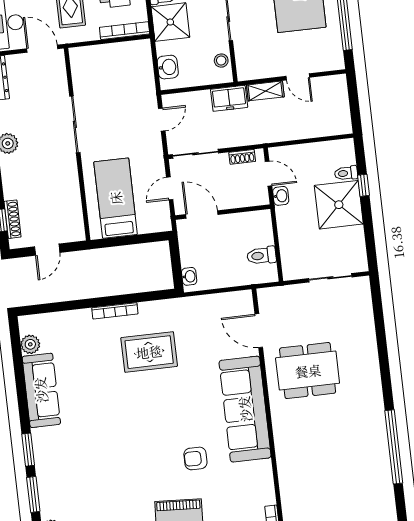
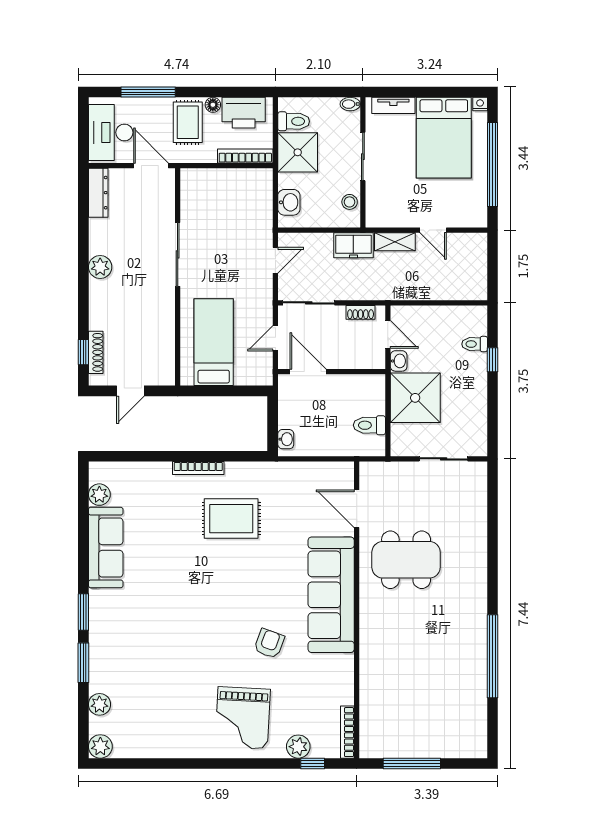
shower: (339, 205) -> (415, 398), moved
armchair: (195, 458) -> (269, 644), turned 110

